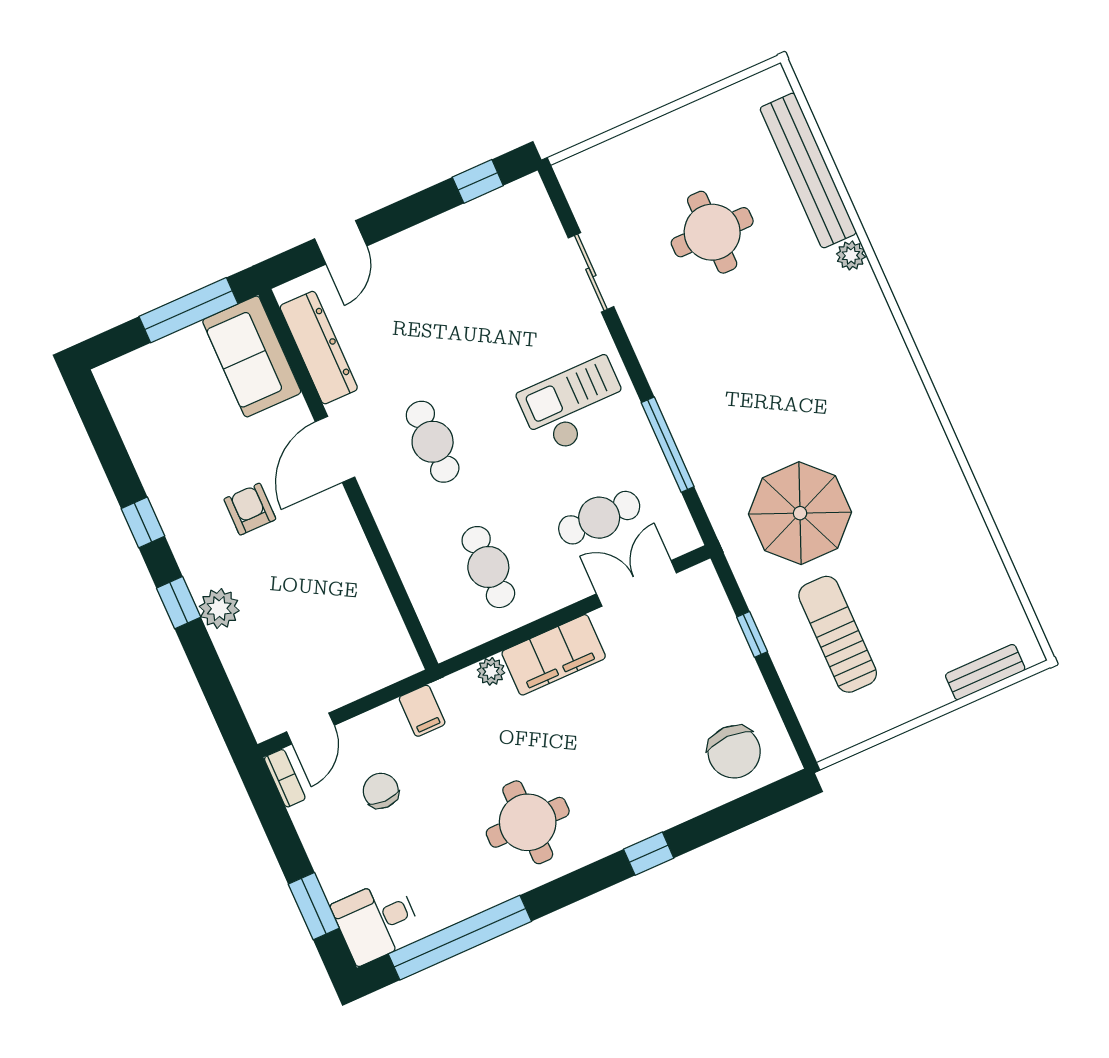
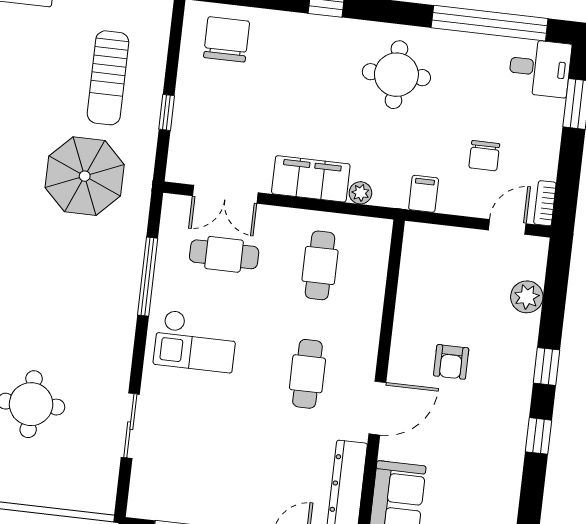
armchair: (250, 509) -> (451, 362), moved
plant: (219, 609) -> (527, 297), moved

